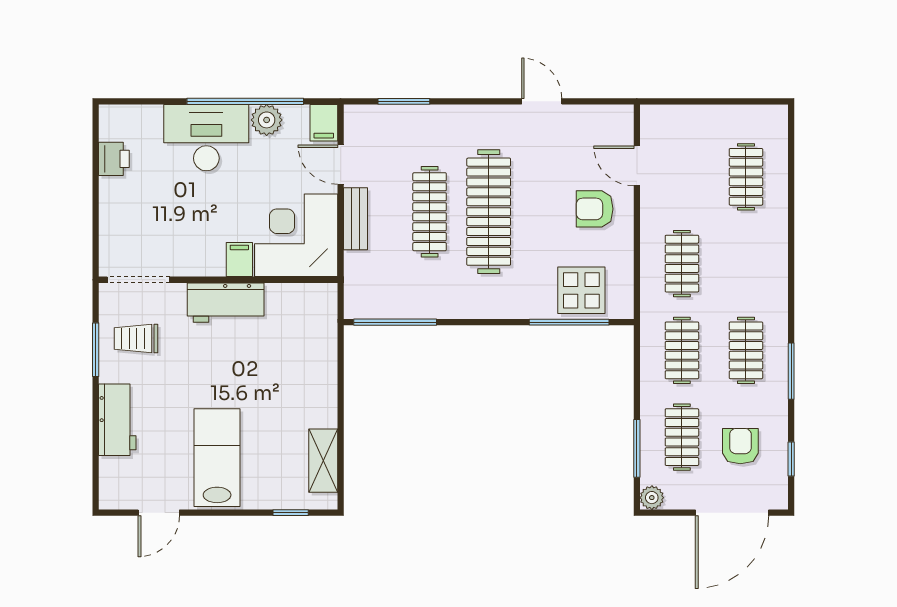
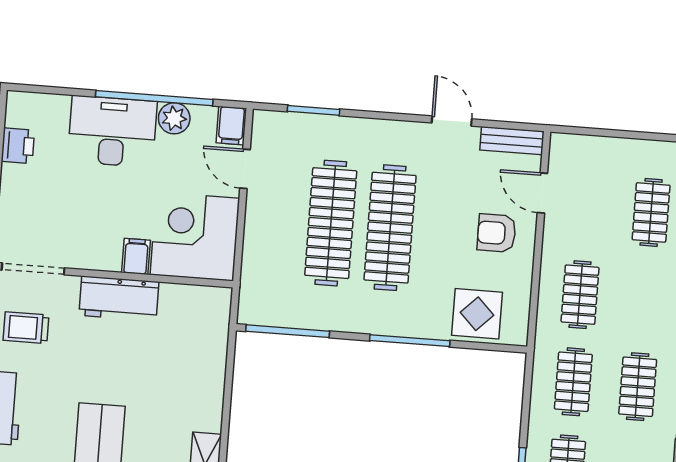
clothes rail: (430, 212) -> (331, 223), width x1.37, depth x1.31
bench: (355, 219) -> (512, 141), moved, turned 90
window: (569, 322) -> (410, 341), moved

